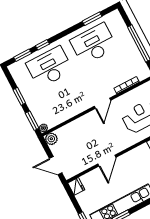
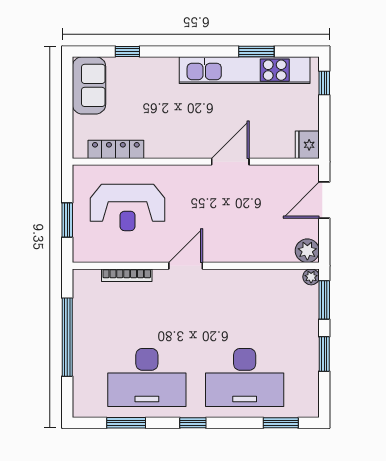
window: (42, 45) -> (193, 423), moved
door: (56, 166) -> (324, 200), swing flipped

